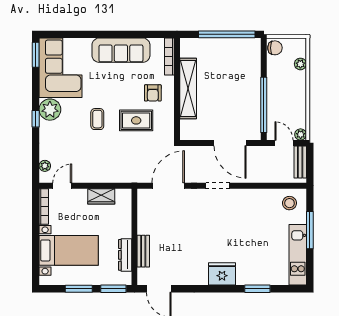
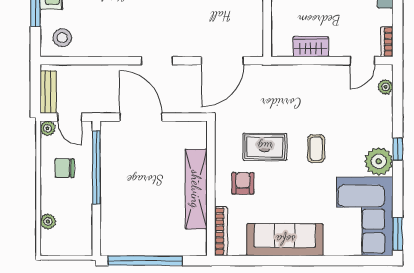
chair: (275, 48) -> (64, 168), moved
bookcase: (44, 206) -> (387, 42), width x0.64

